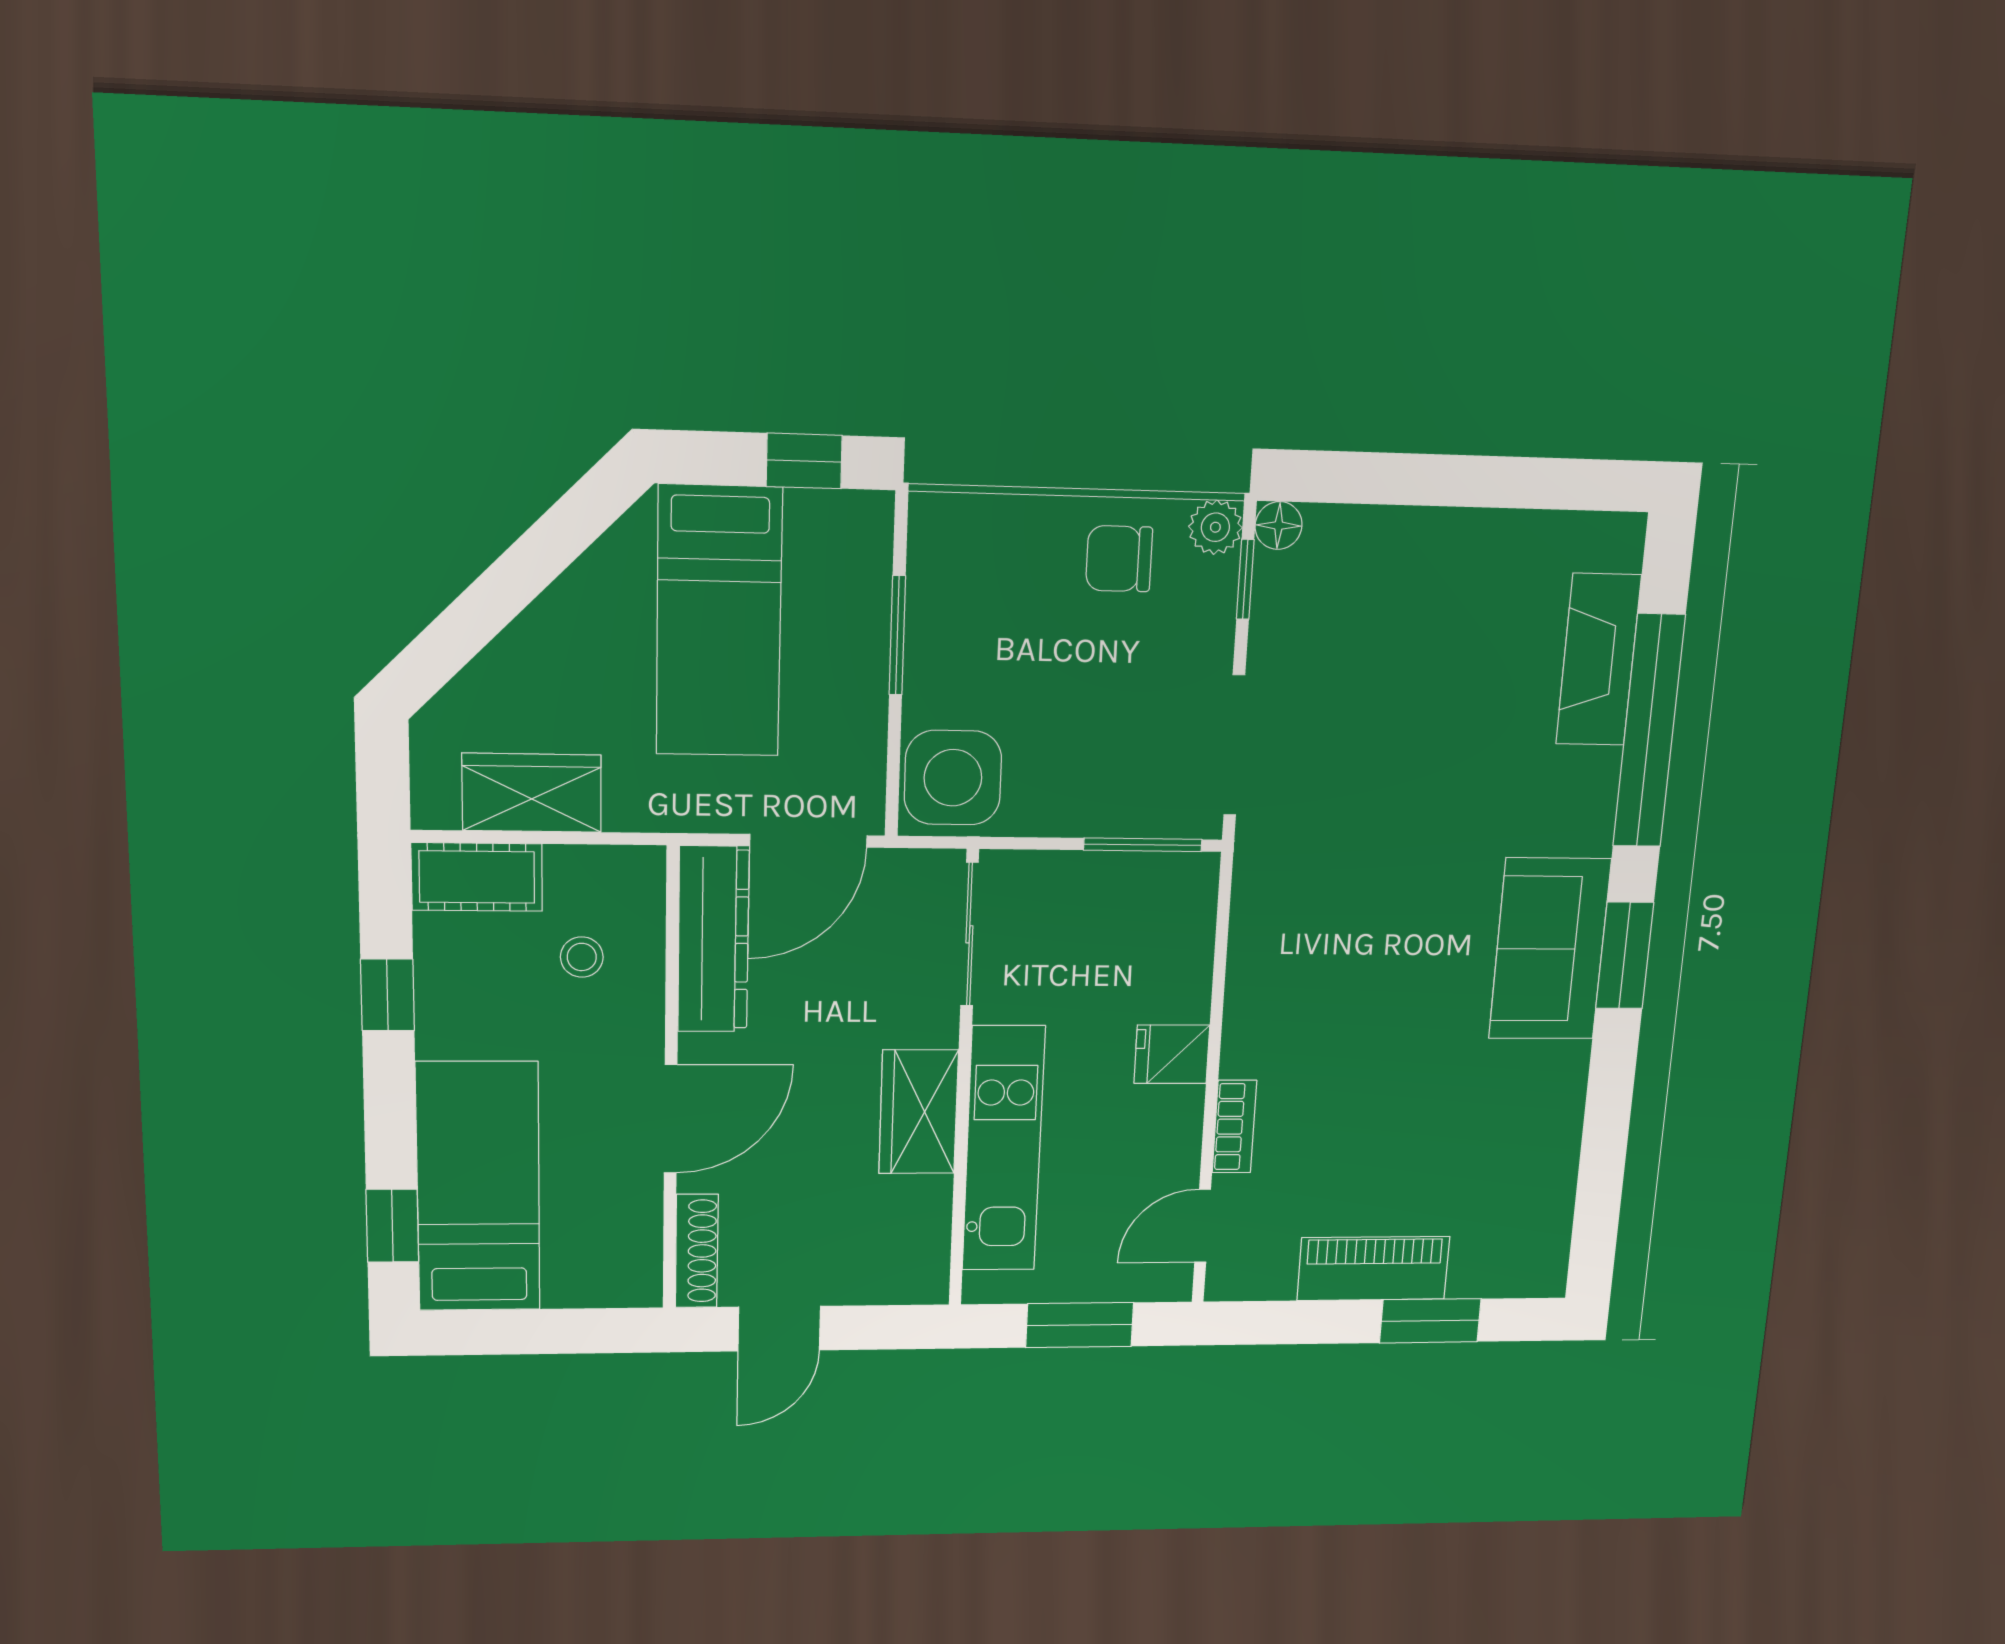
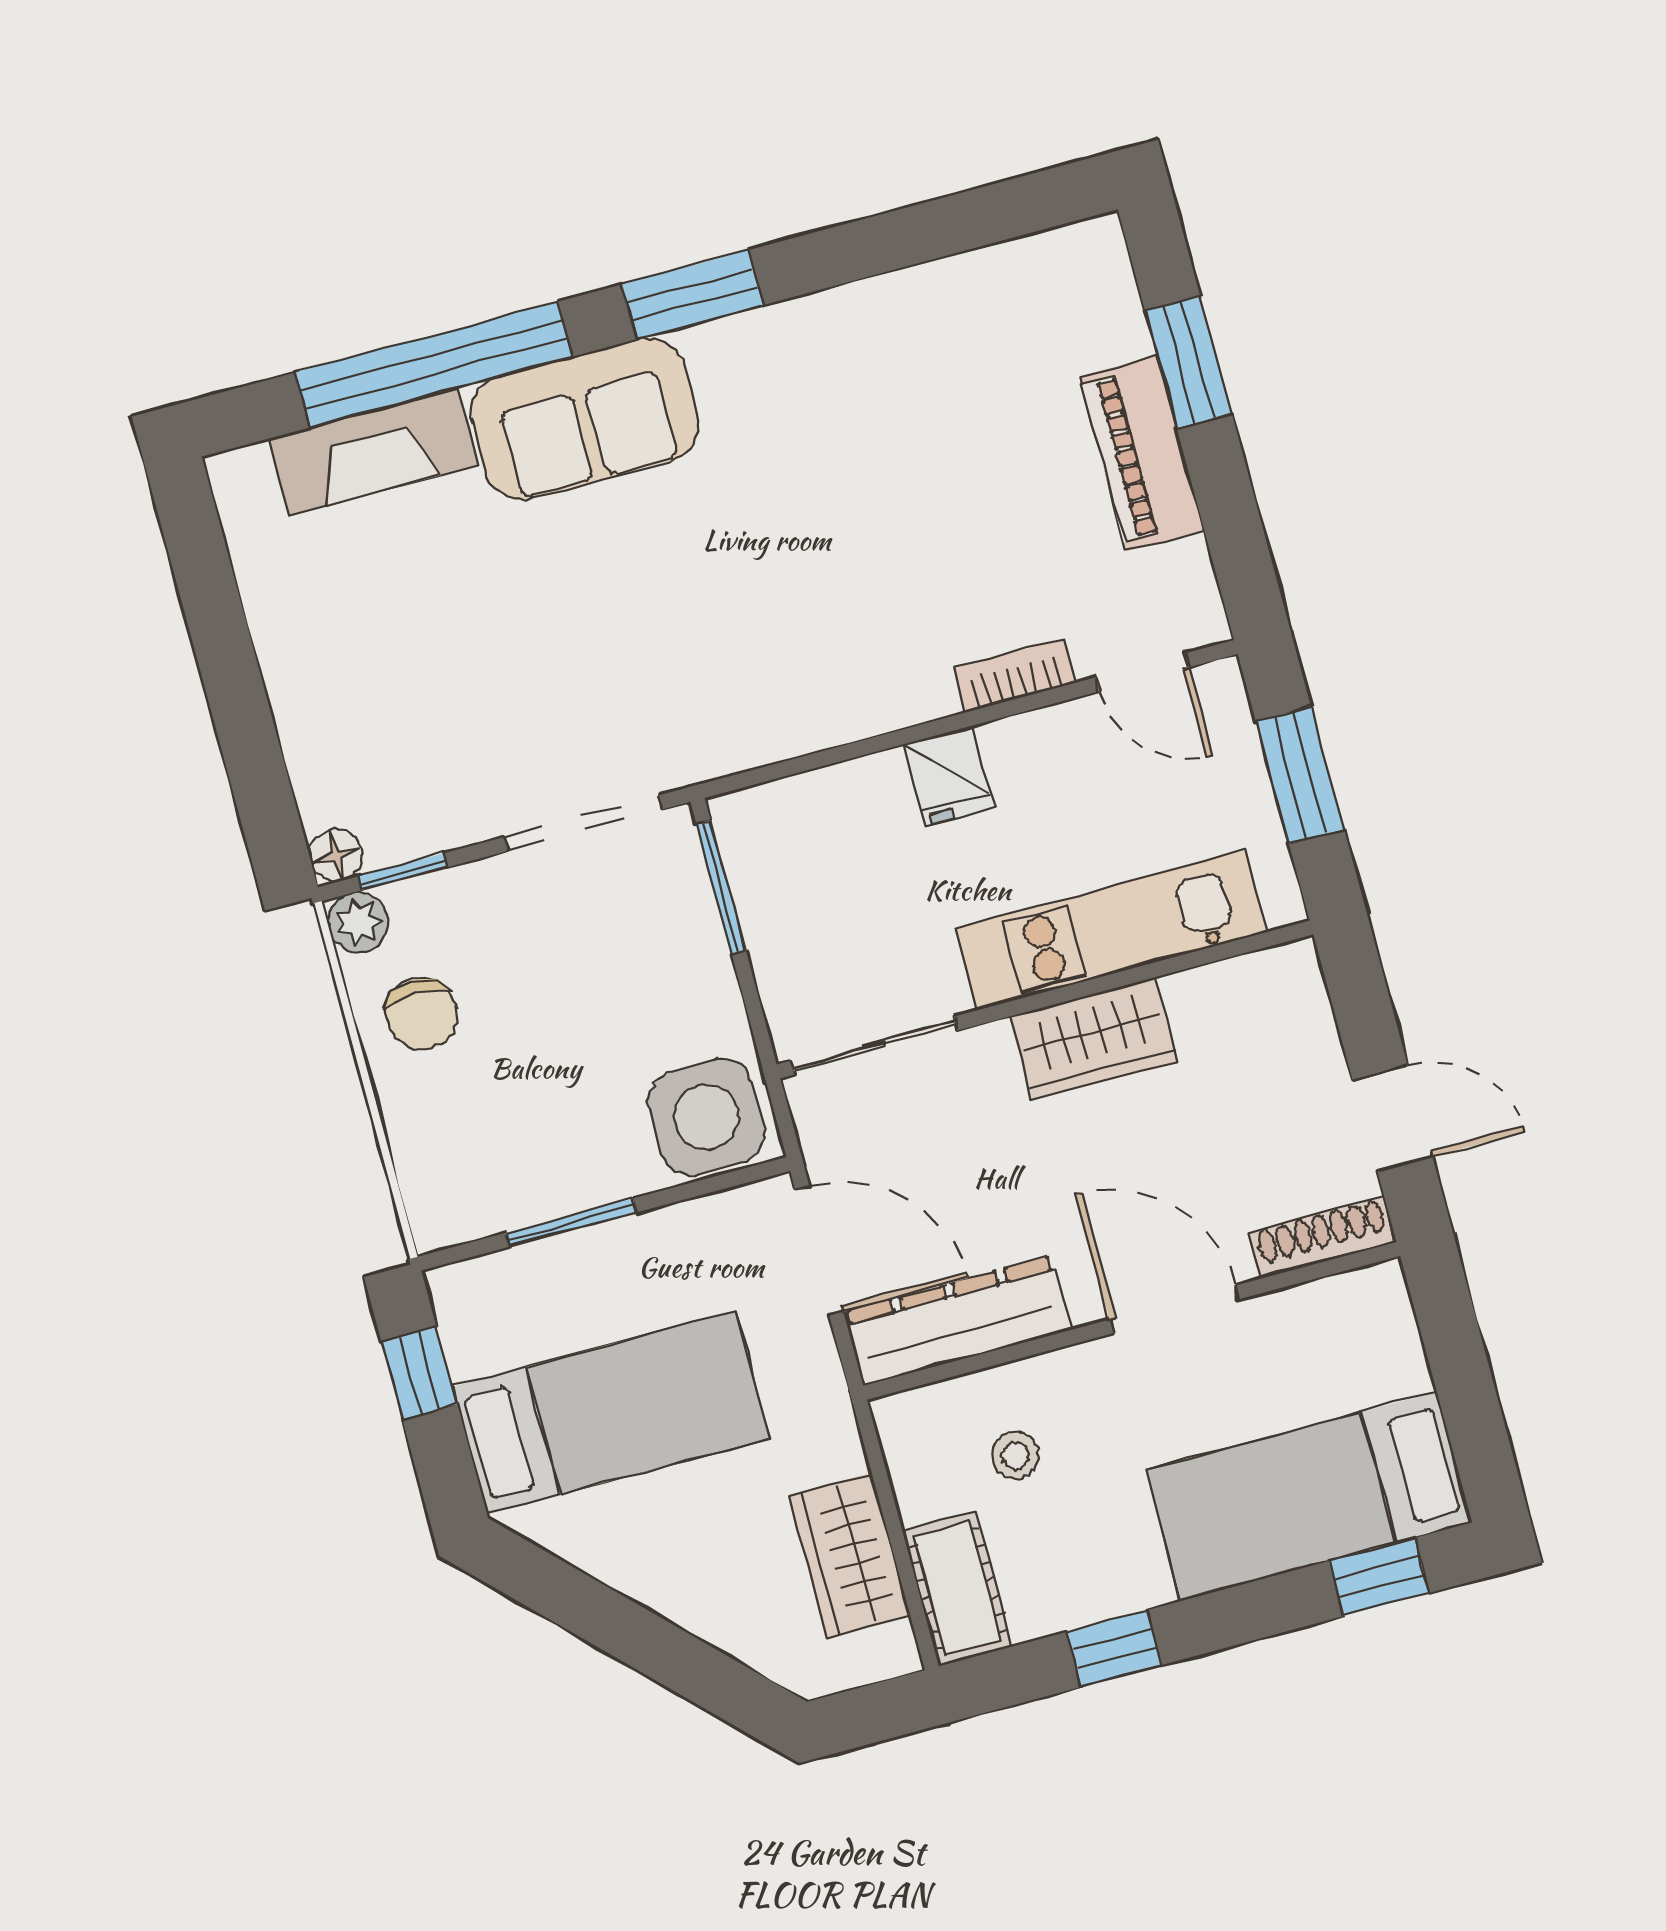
sofa: (1550, 949) -> (585, 419), moved

